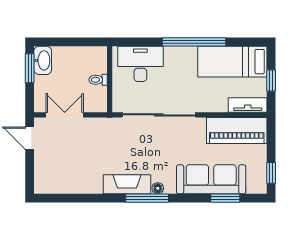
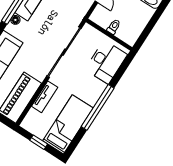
tv unit: (248, 105) -> (45, 97), moved

